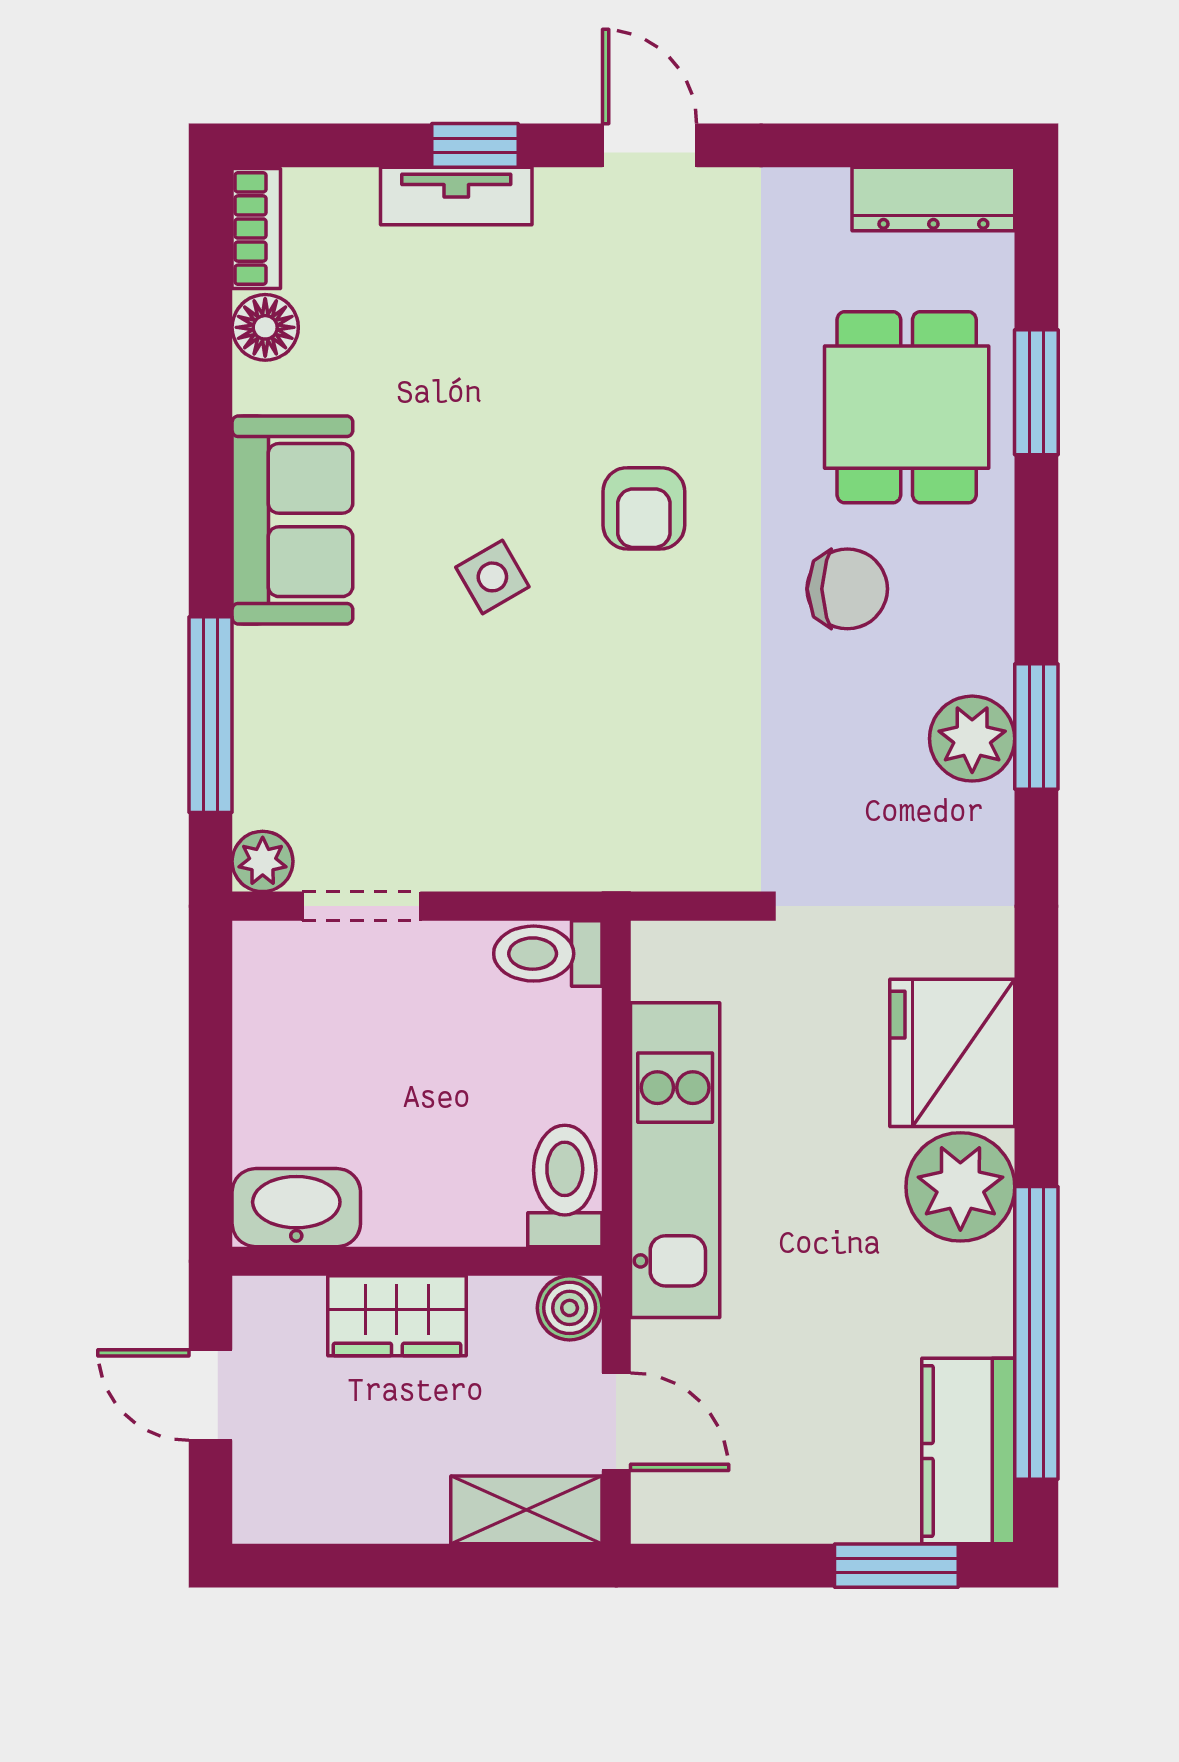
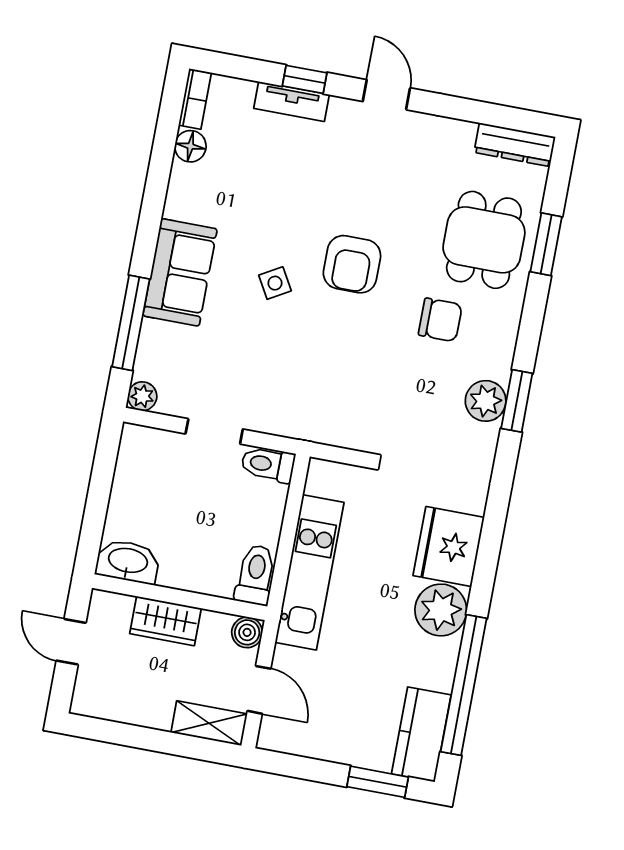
armchair: (644, 508) -> (352, 264), width x1.38, depth x1.38
sofa: (292, 520) -> (180, 272), moved
doorway: (361, 906) -> (214, 431), moved

